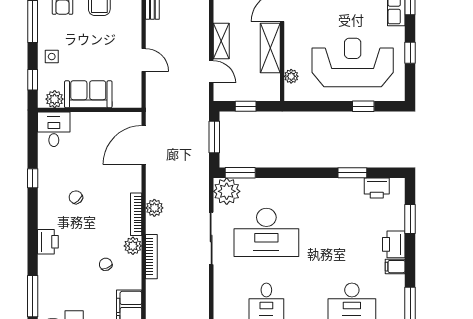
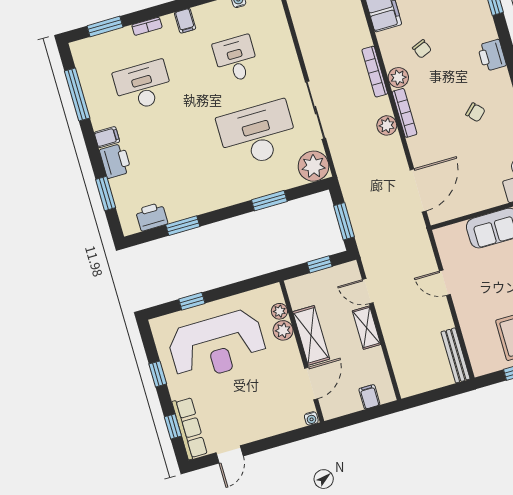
plant: (293, 59) -> (283, 330), added
window: (240, 173) -> (269, 201), moved

